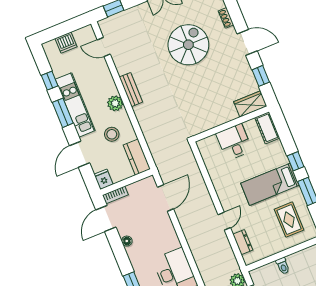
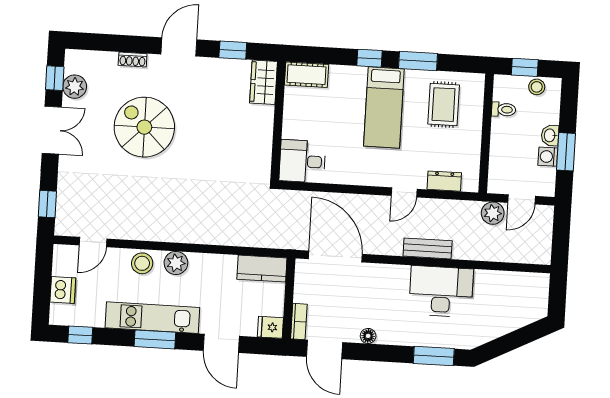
window: (50, 81) -> (80, 335), moved
bench: (131, 90) -> (428, 248), moved
stool: (112, 134) -> (142, 263), moved
desk: (234, 142) -> (302, 161), moved
door: (165, 198) -> (335, 256), width x1.36
rug: (289, 220) -> (444, 105), turned 90
door: (224, 221) -> (404, 192), swing flipped
toilet: (283, 266) -> (504, 110), moved

